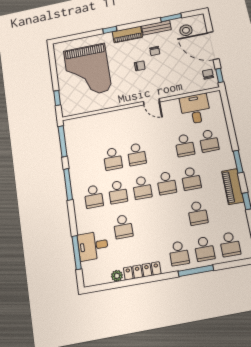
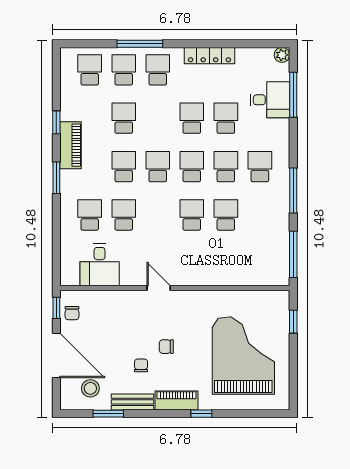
school desk: (148, 222) -> (192, 118), added
plant: (117, 276) -> (282, 55), moved

